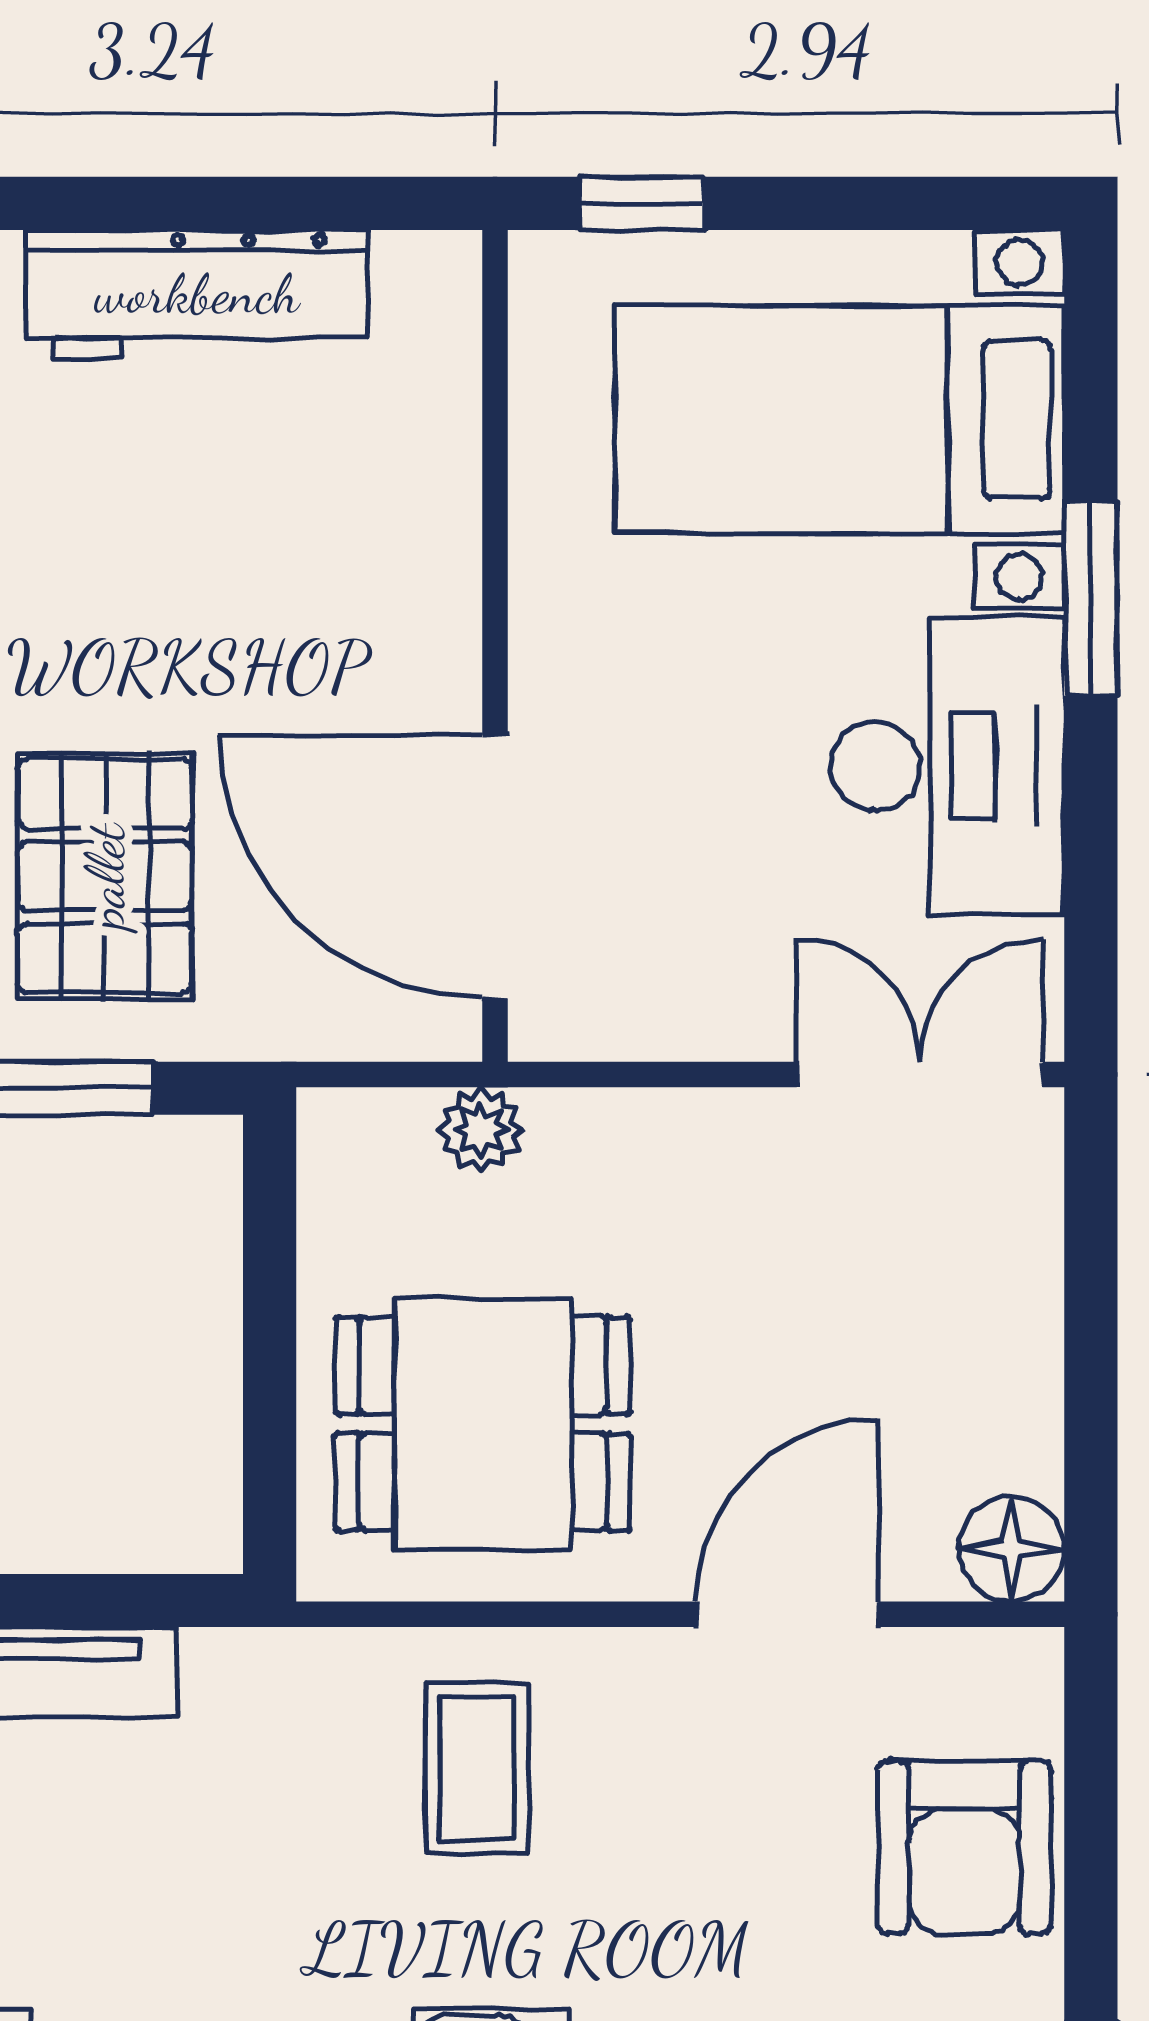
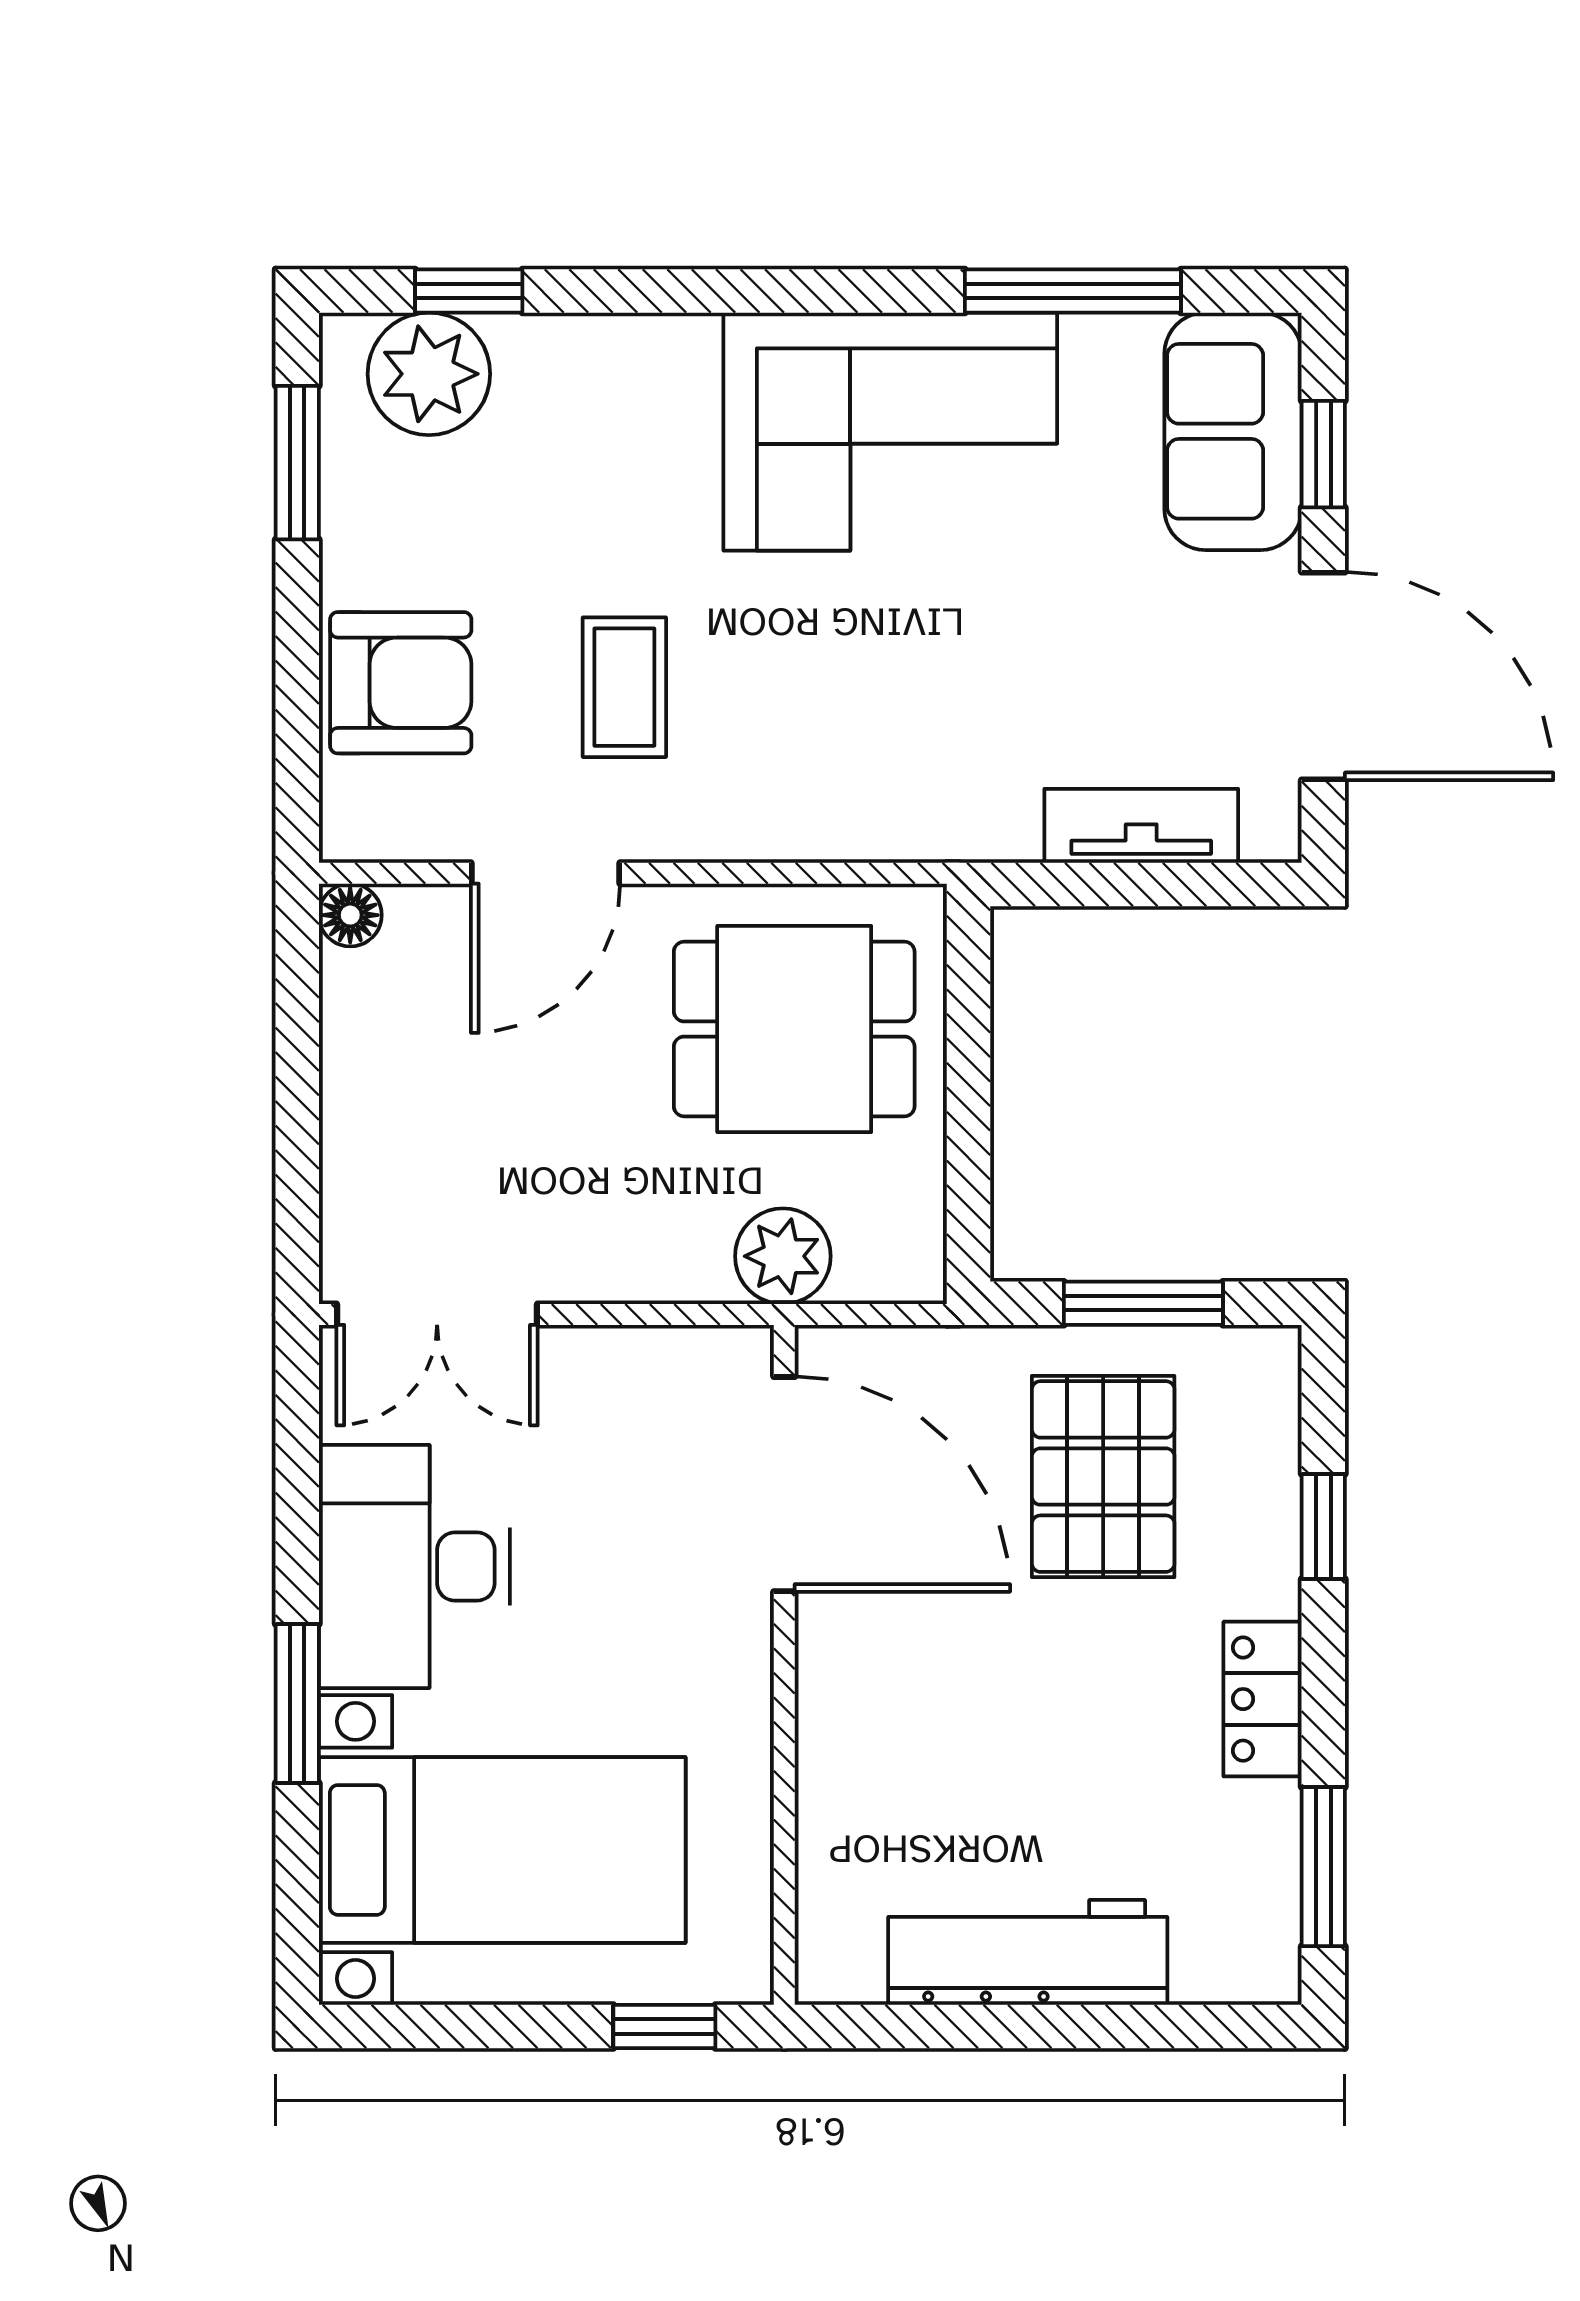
plant: (481, 1130) -> (783, 1256), width x1.38, depth x1.38
floor lamp: (1012, 1549) -> (350, 915), width x0.73, depth x0.73
coffee table: (477, 1768) -> (624, 687), moved
armchair: (964, 1847) -> (401, 683), turned 90

